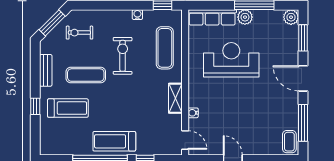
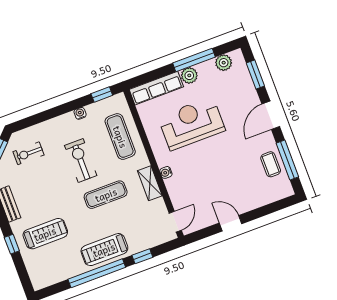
plant: (291, 17) -> (224, 63), moved
exercise mat: (86, 75) -> (106, 195), moved
door: (303, 78) -> (271, 115), hinge flipped
water cooler: (193, 113) -> (166, 172), moved
door: (185, 140) -> (175, 222), hinge flipped
coffee table: (289, 142) -> (271, 164), moved

